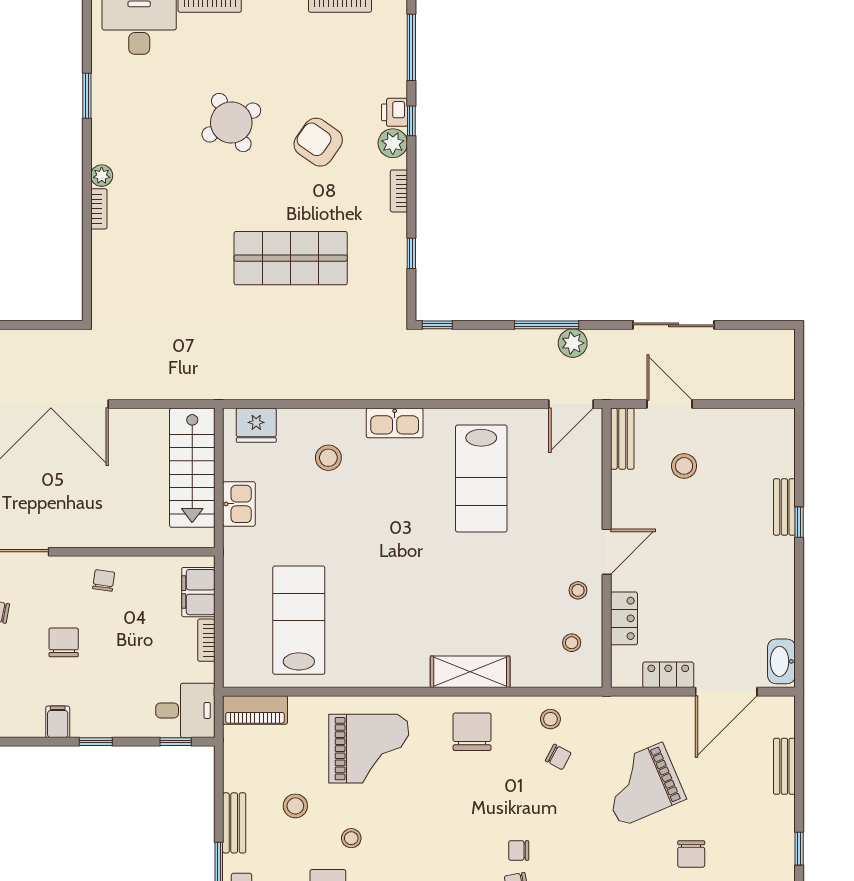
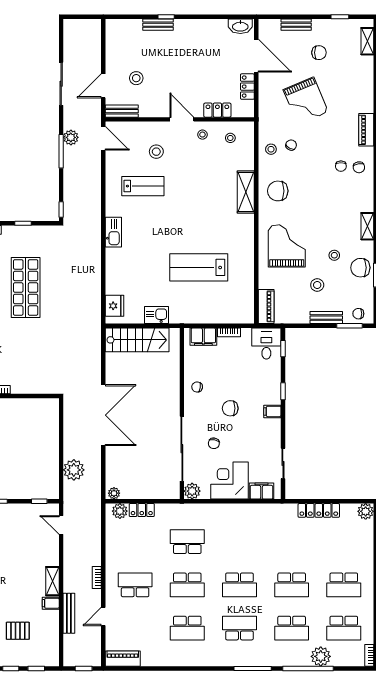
stool: (328, 458) -> (156, 152), moved
lab bench: (481, 479) -> (143, 186), width x0.73, depth x0.72
lab bench: (299, 620) -> (199, 267), moved
chair: (691, 854) -> (319, 53), moved

